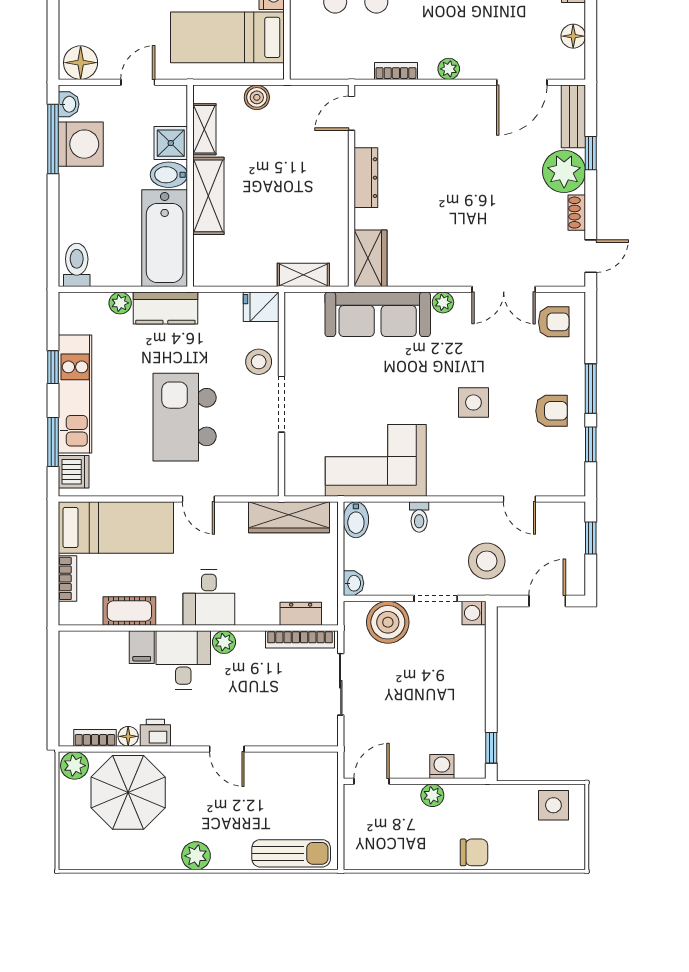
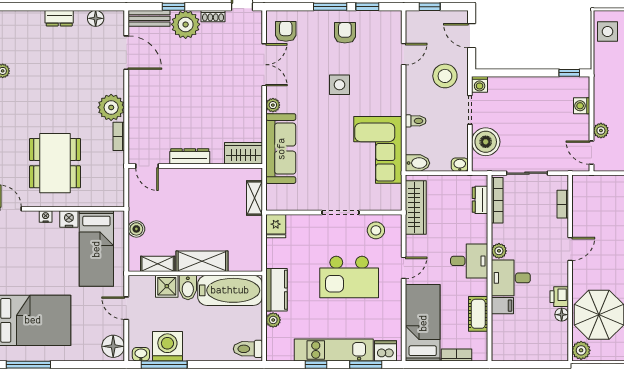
plant: (449, 69) -> (111, 107), width x1.88, depth x1.88
stool: (259, 362) -> (376, 230), moved
bookcase: (95, 738) -> (563, 204), moved
plant: (432, 795) -> (601, 131), moved

